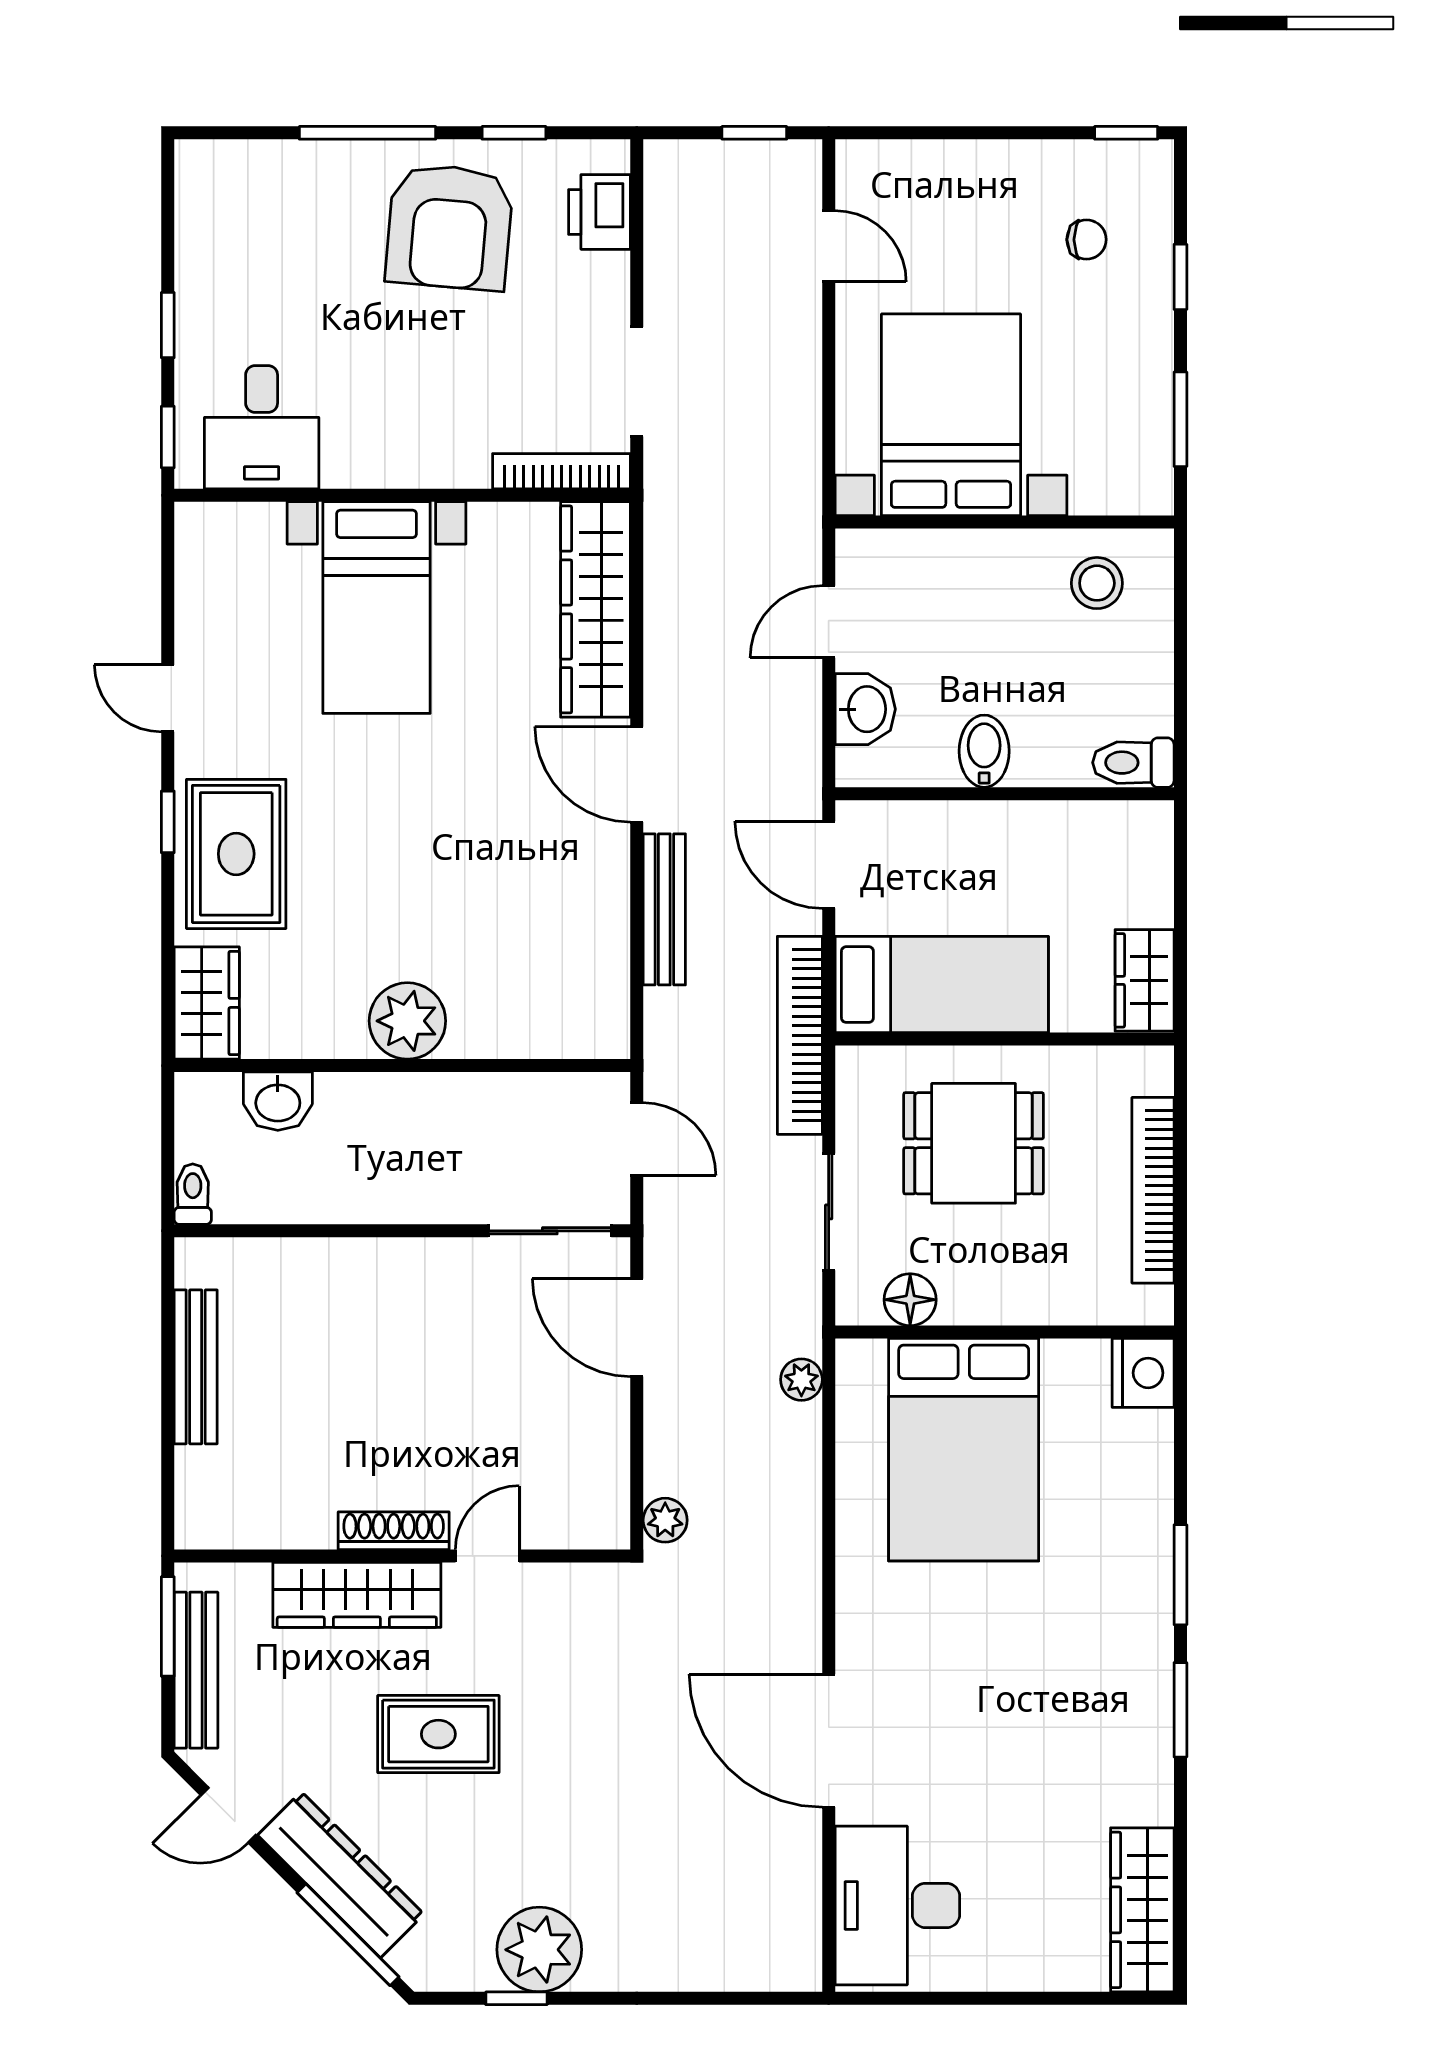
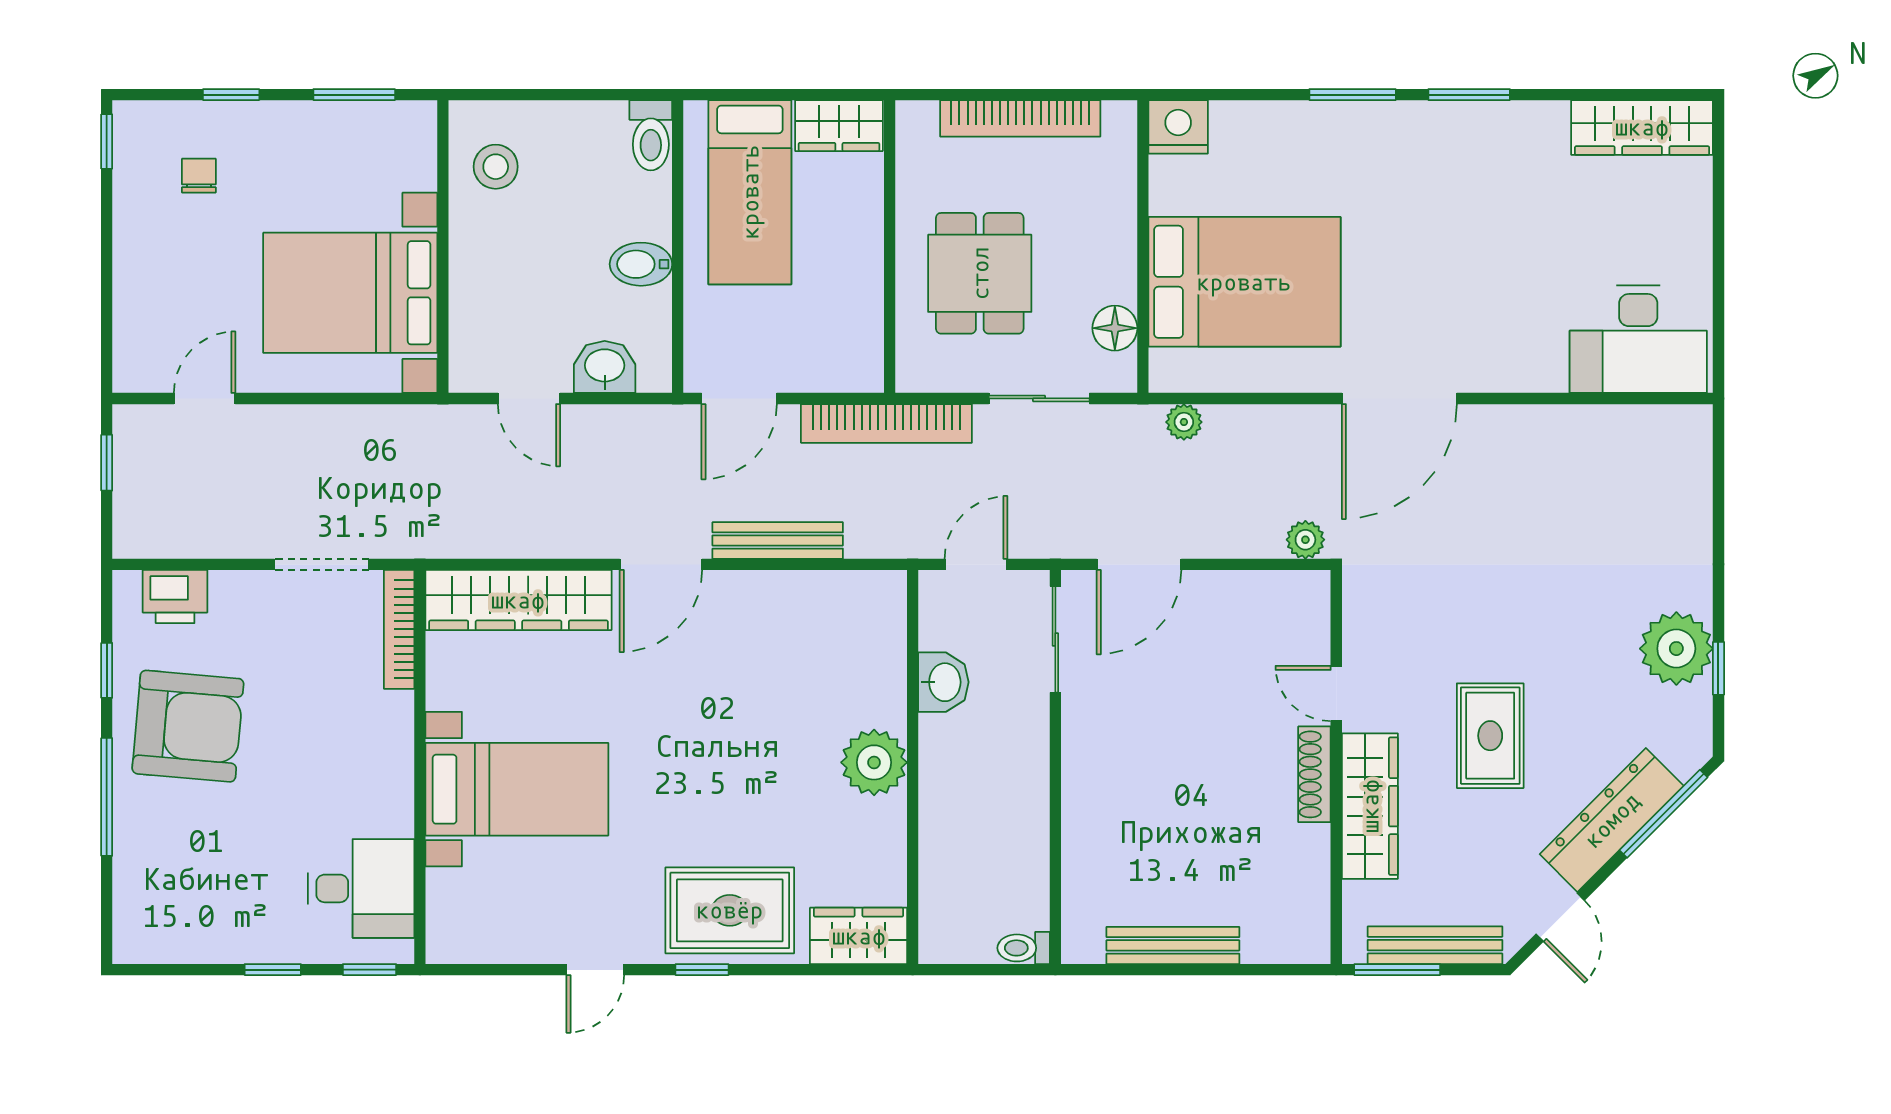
bed: (942, 985) -> (750, 192), moved, turned 180
washbasin: (278, 1101) -> (943, 682), moved
door: (829, 1741) -> (1399, 398), moved

